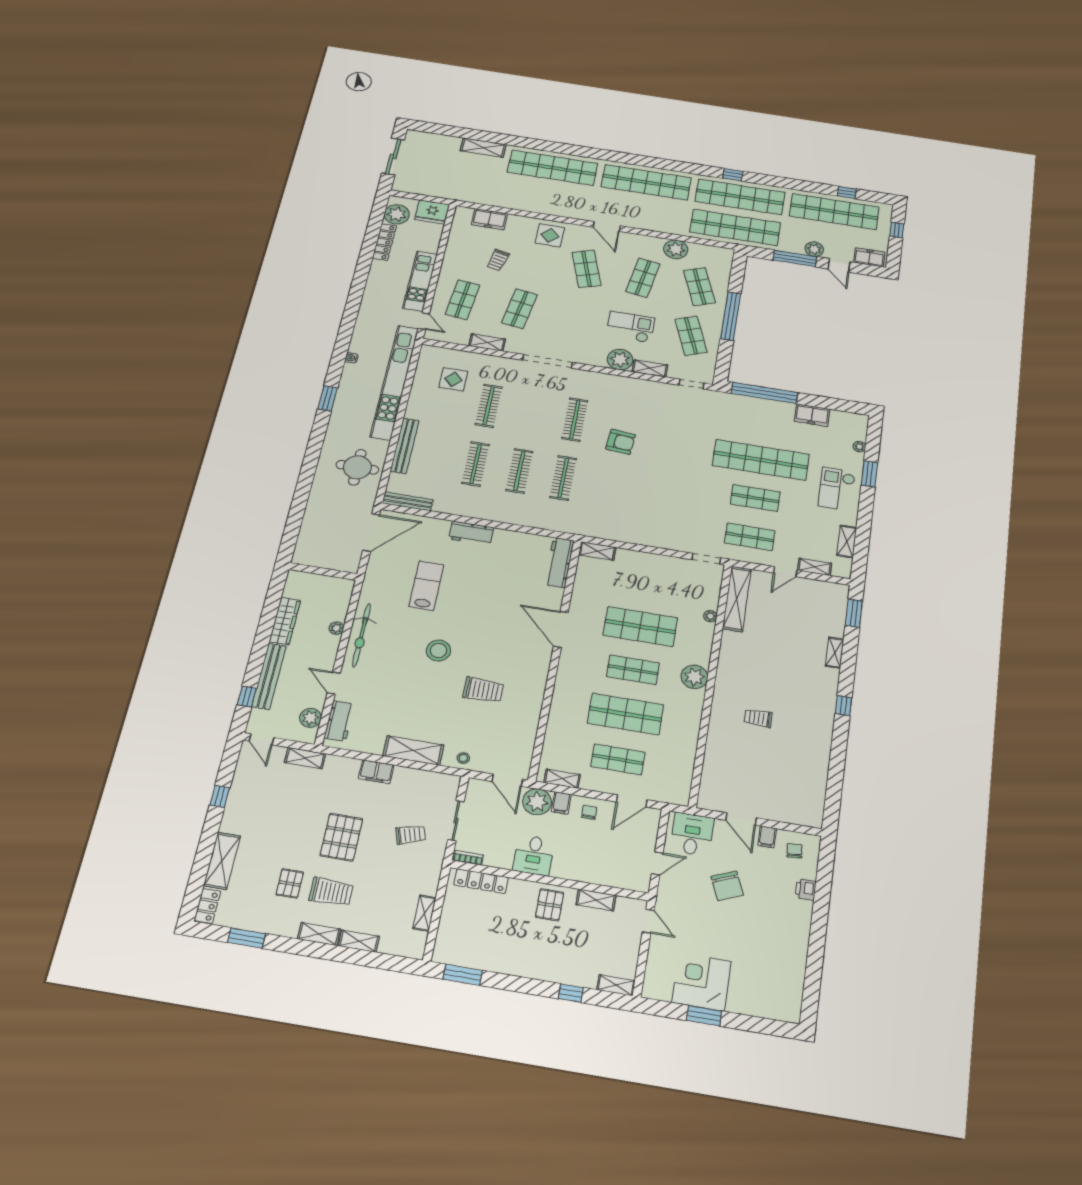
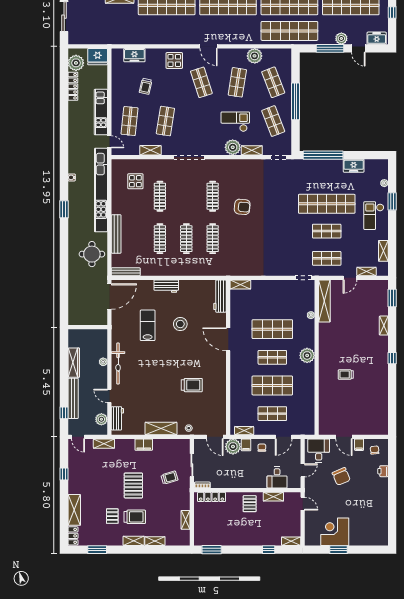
stool: (438, 651) -> (180, 324), moved
desk: (534, 855) -> (277, 478), moved

